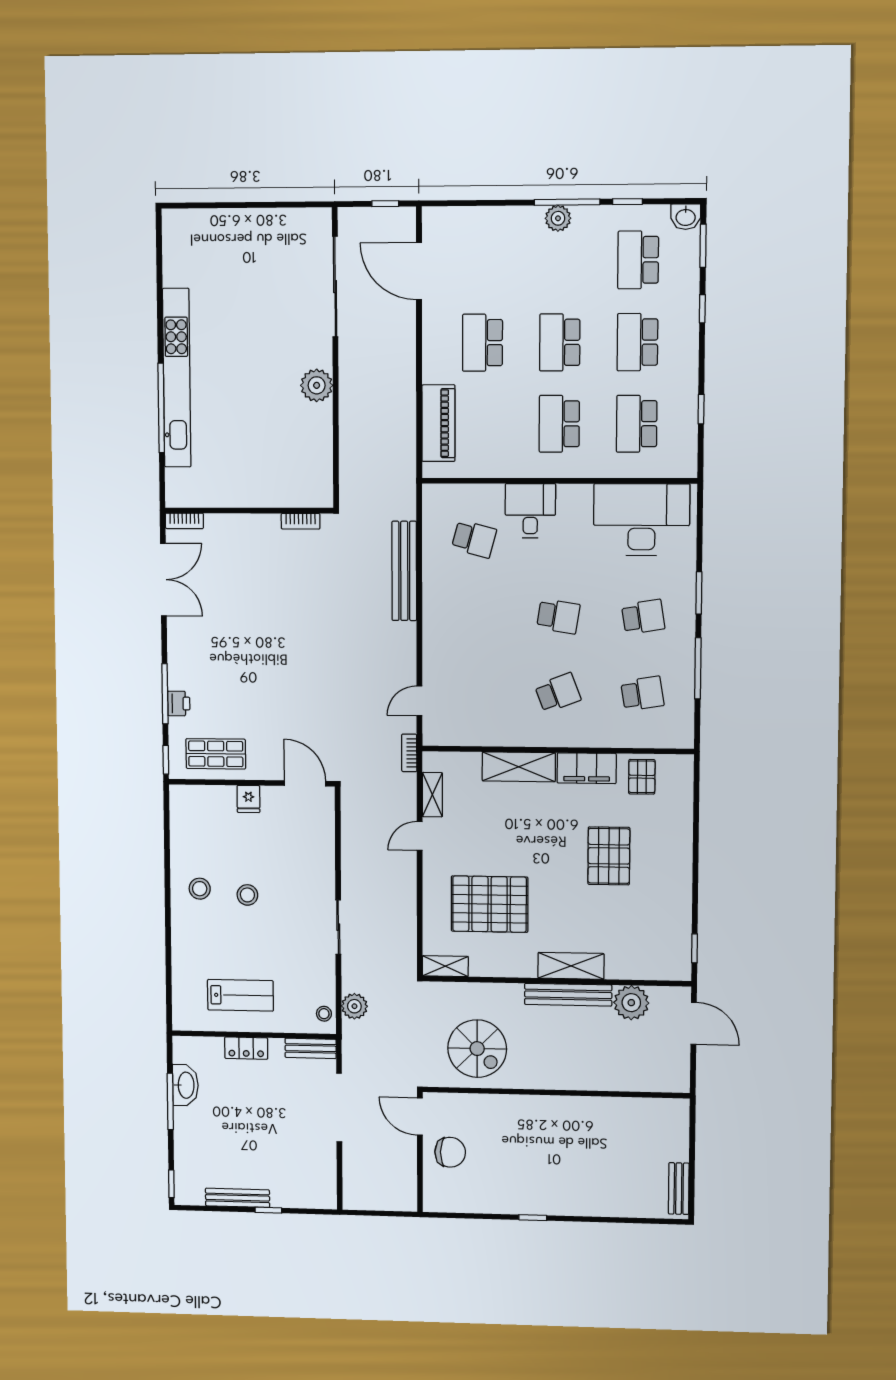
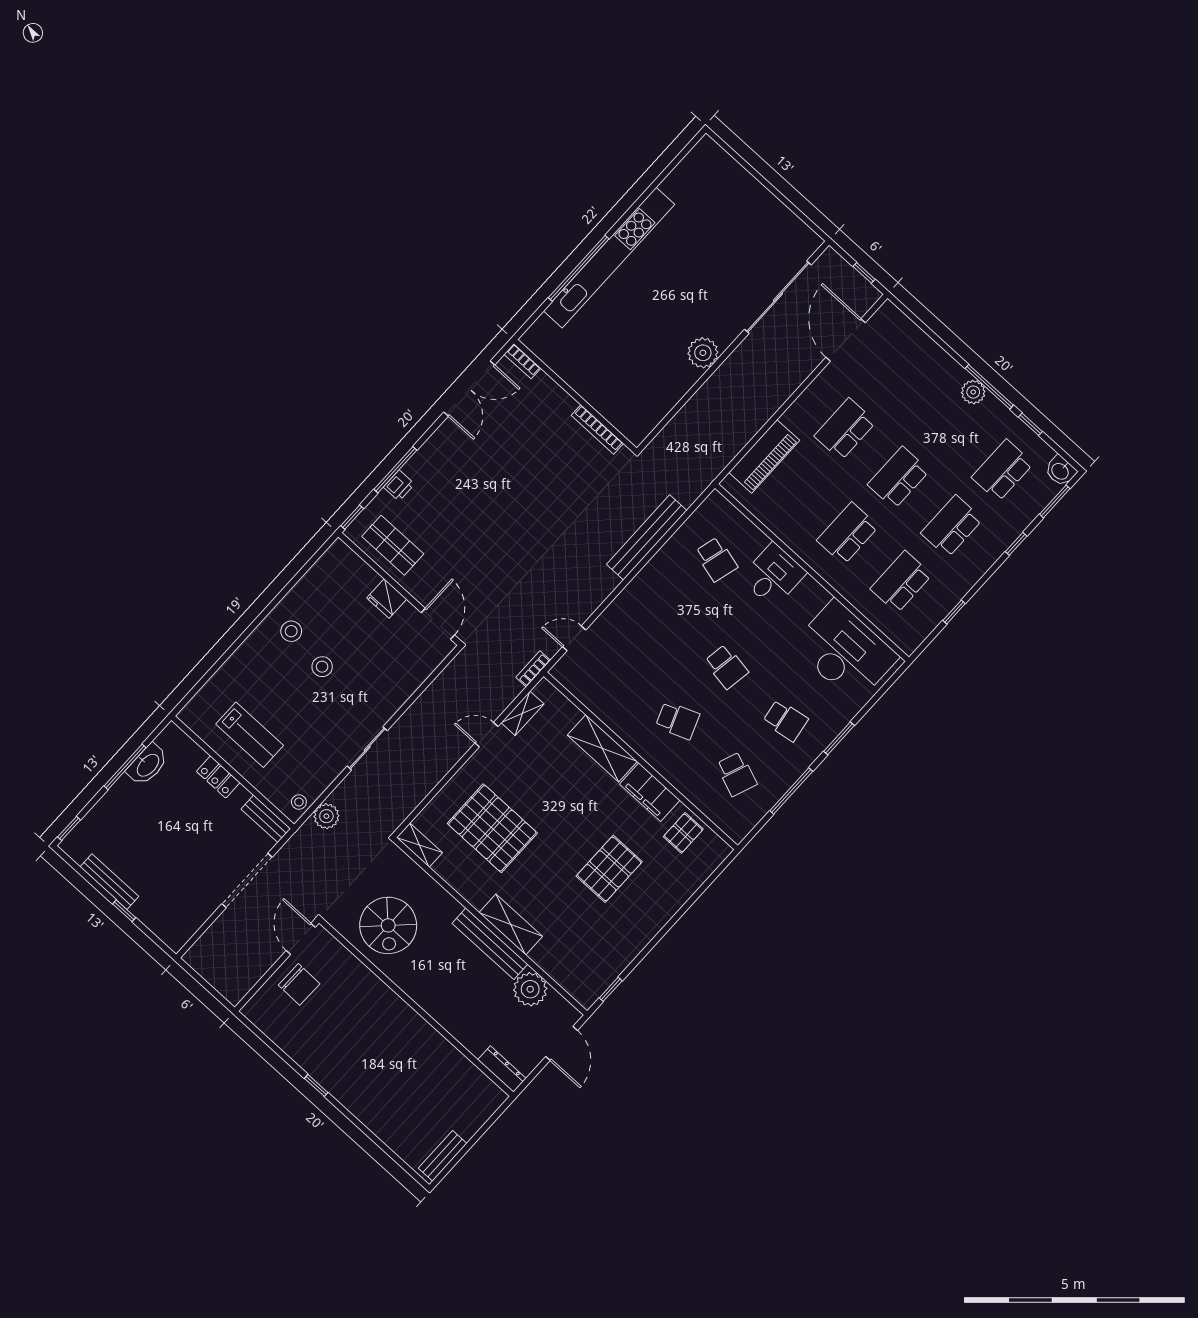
bookcase: (301, 521) -> (597, 429), width x1.56
school desk: (642, 694) -> (736, 774), turned 30
fridge: (248, 799) -> (387, 598), width x1.38
dresser: (665, 1083) -> (502, 1069), added

